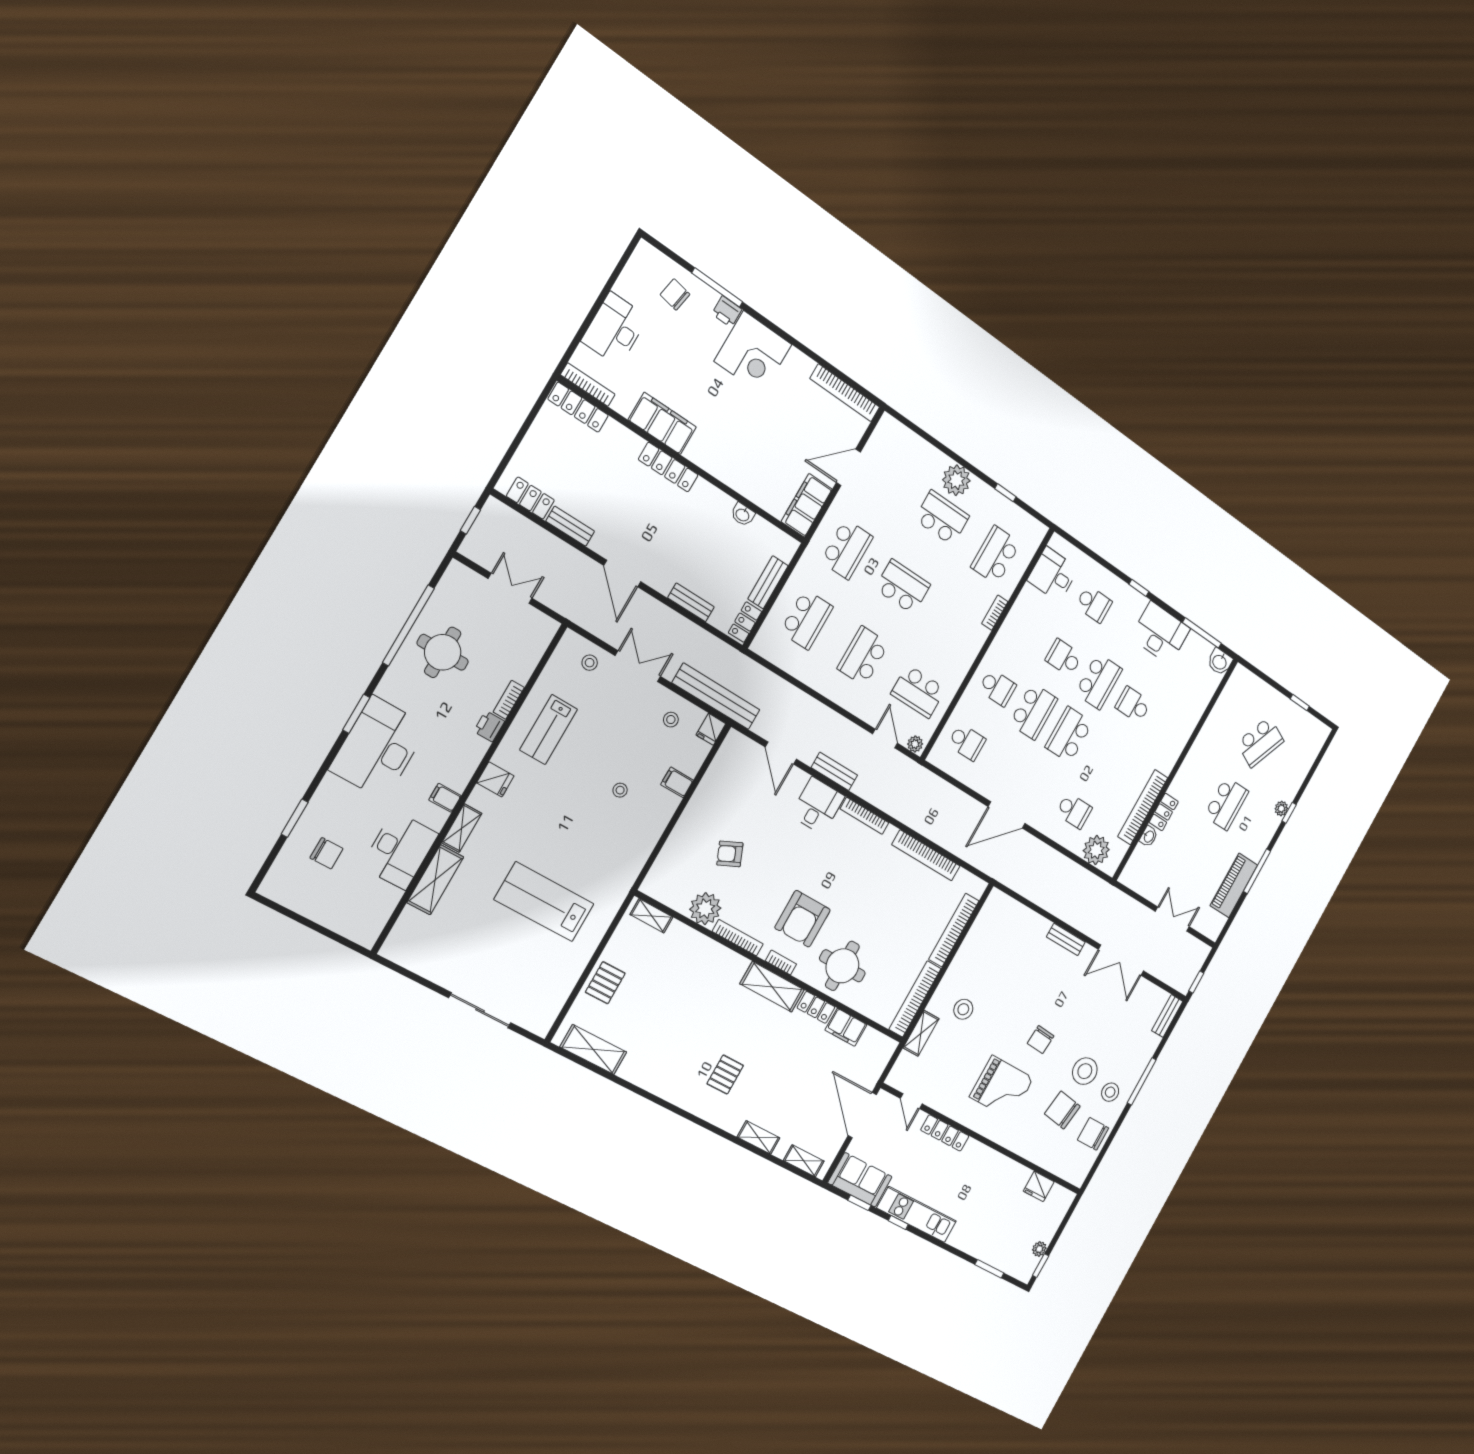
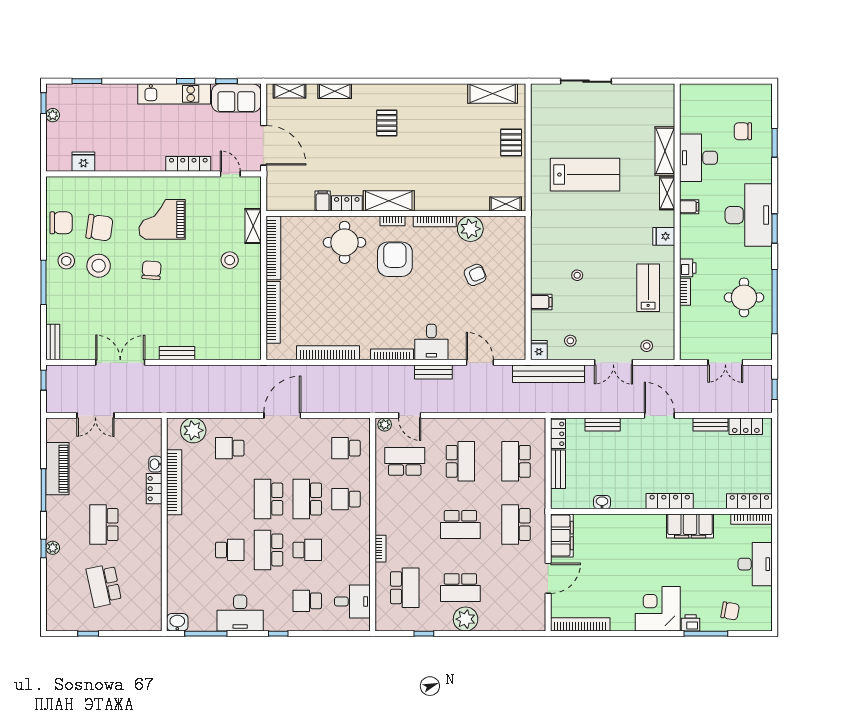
school desk: (1069, 735) -> (268, 499), turned 180
school desk: (1260, 742) -> (104, 585), turned -36
filing cabinet: (846, 1027) -> (323, 201), width x0.50

